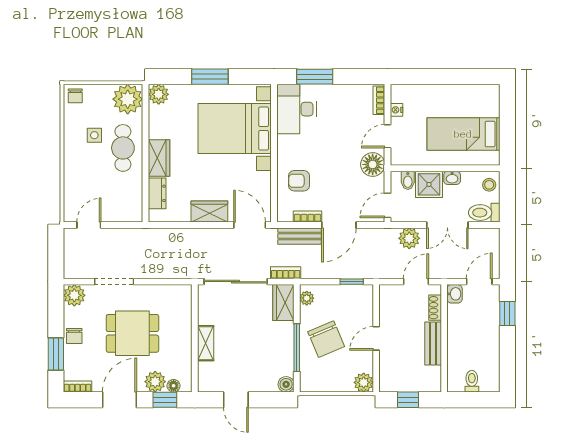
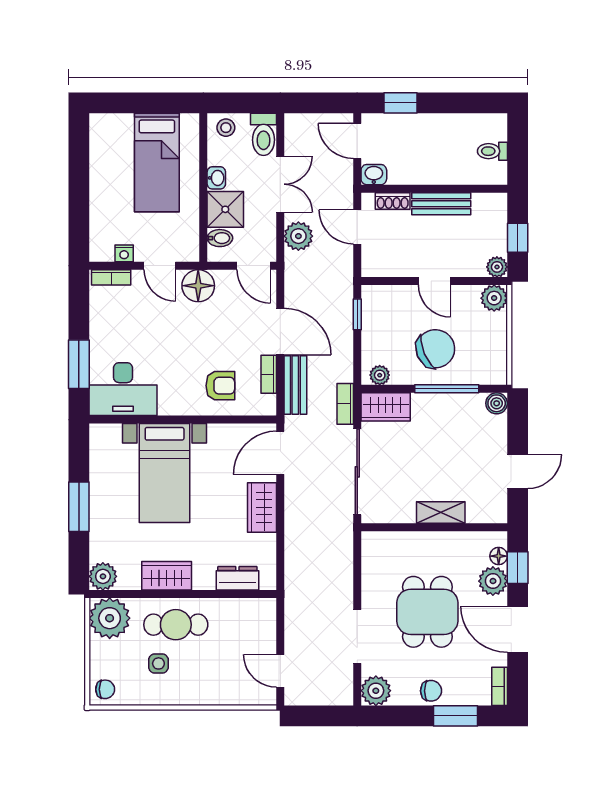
bed with nightstands: (235, 129) -> (165, 473), width x0.73
wardrobe: (159, 158) -> (167, 576), moved
armchair: (299, 181) -> (220, 386), turned -90
plant: (386, 385) -> (497, 267), added

